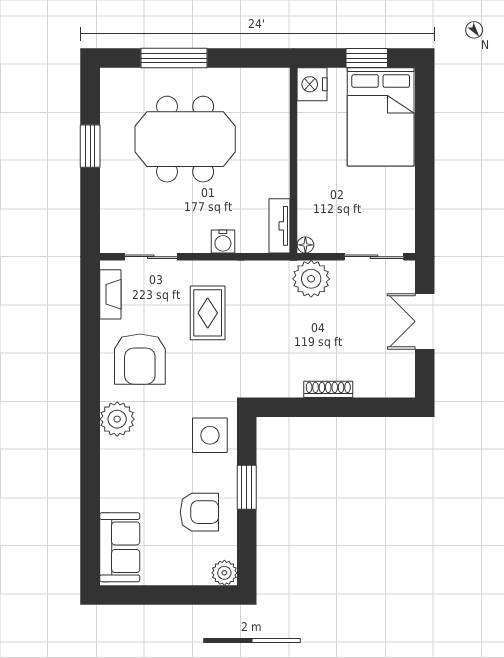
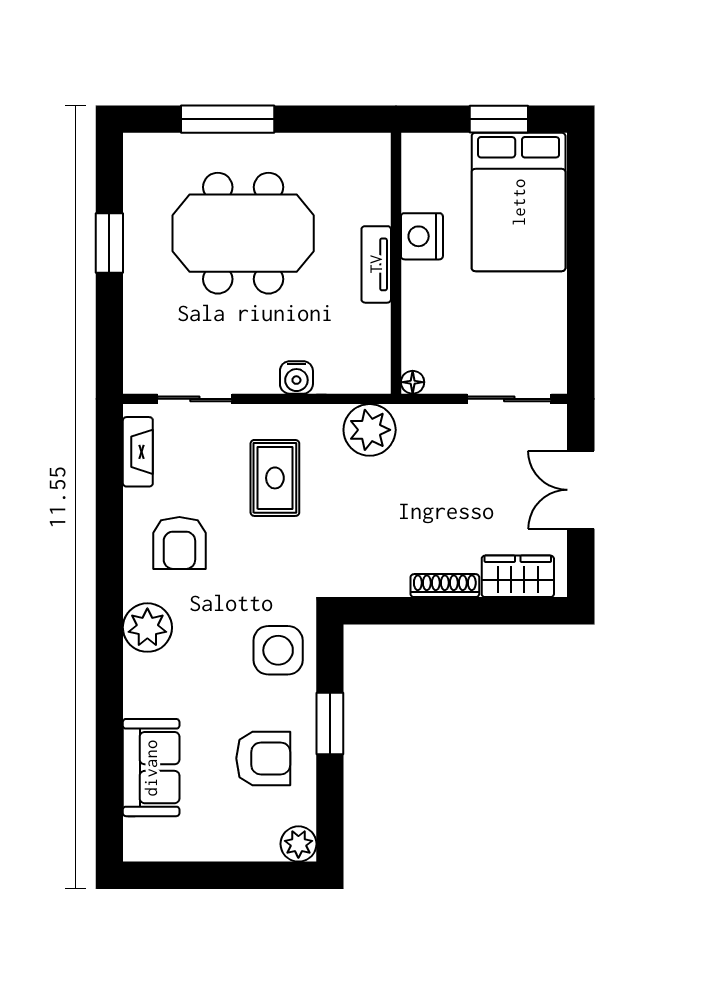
nightstand: (312, 84) -> (422, 236), moved
tv unit: (280, 226) -> (376, 264), moved
plant: (311, 279) -> (370, 430), moved
armchair: (140, 359) -> (179, 543), width x0.73, depth x0.73
wardrobe: (380, 383) -> (518, 576), added
sofa: (120, 547) -> (151, 768), moved

